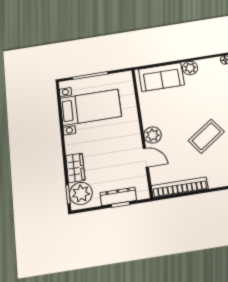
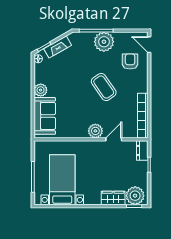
dresser: (118, 196) -> (142, 150), moved, width x0.70

